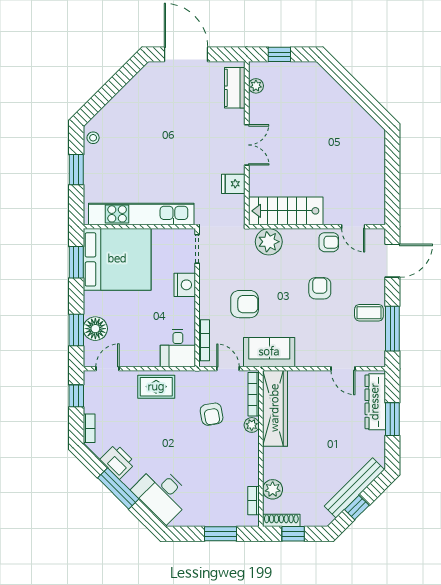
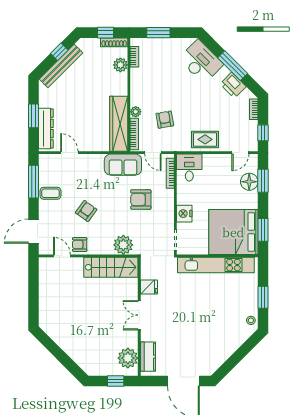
plant: (256, 86) -> (128, 358), width x1.88, depth x1.88
armchair: (320, 288) -> (86, 211), turned -144

